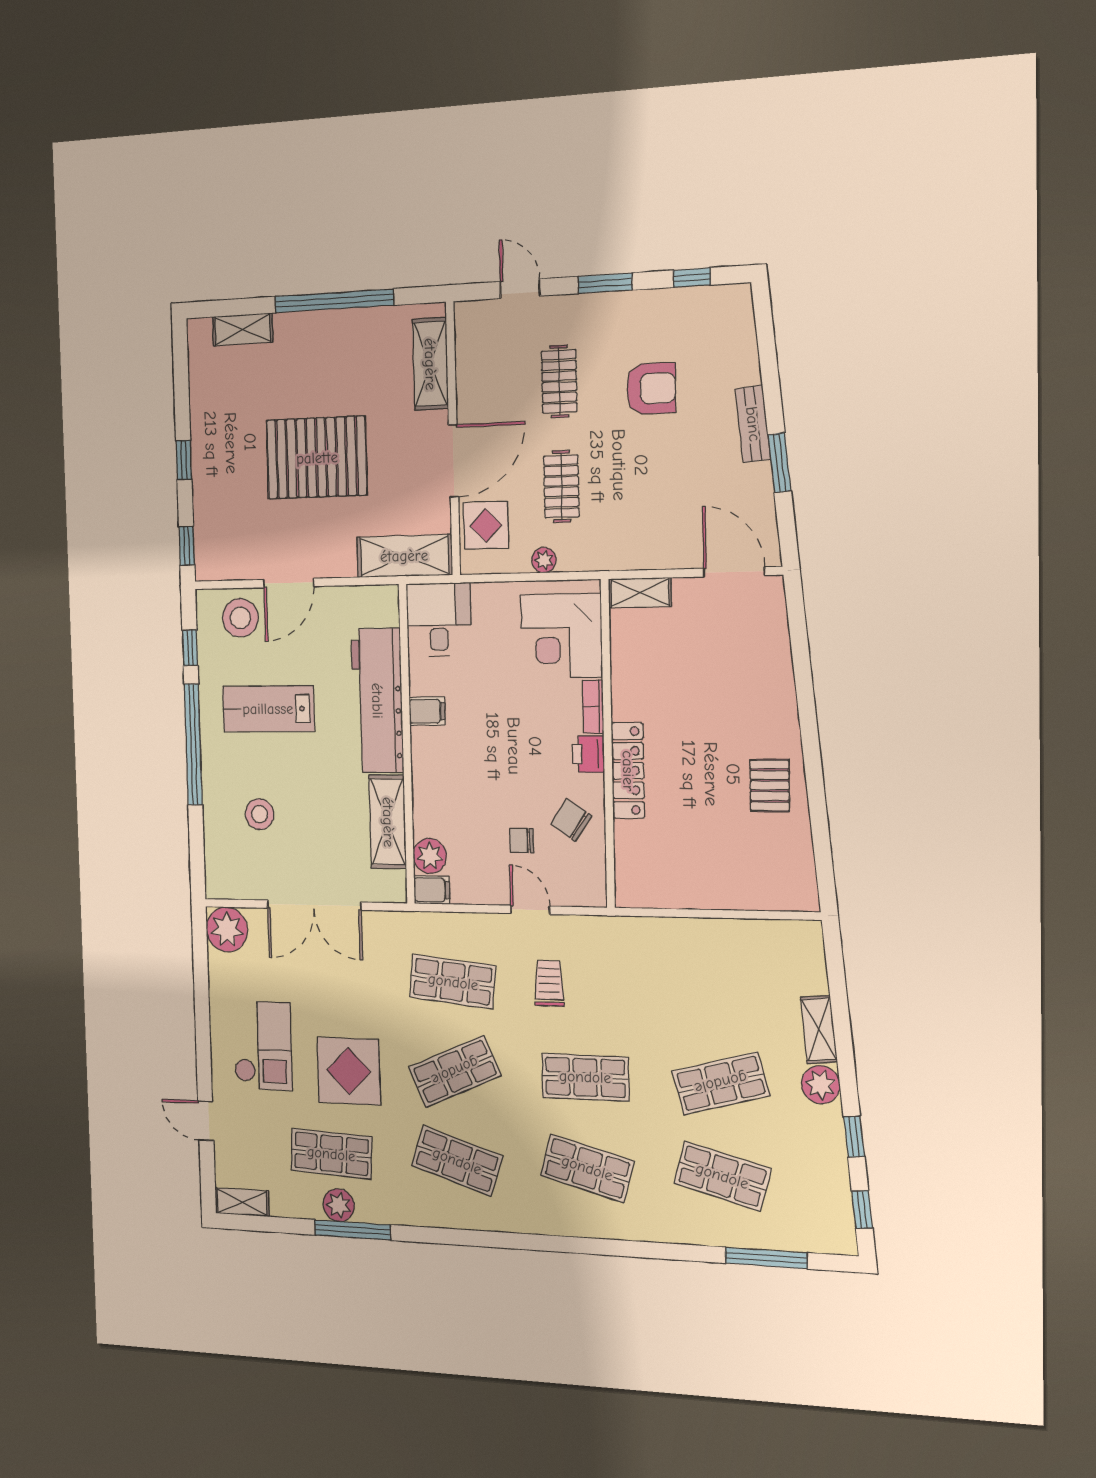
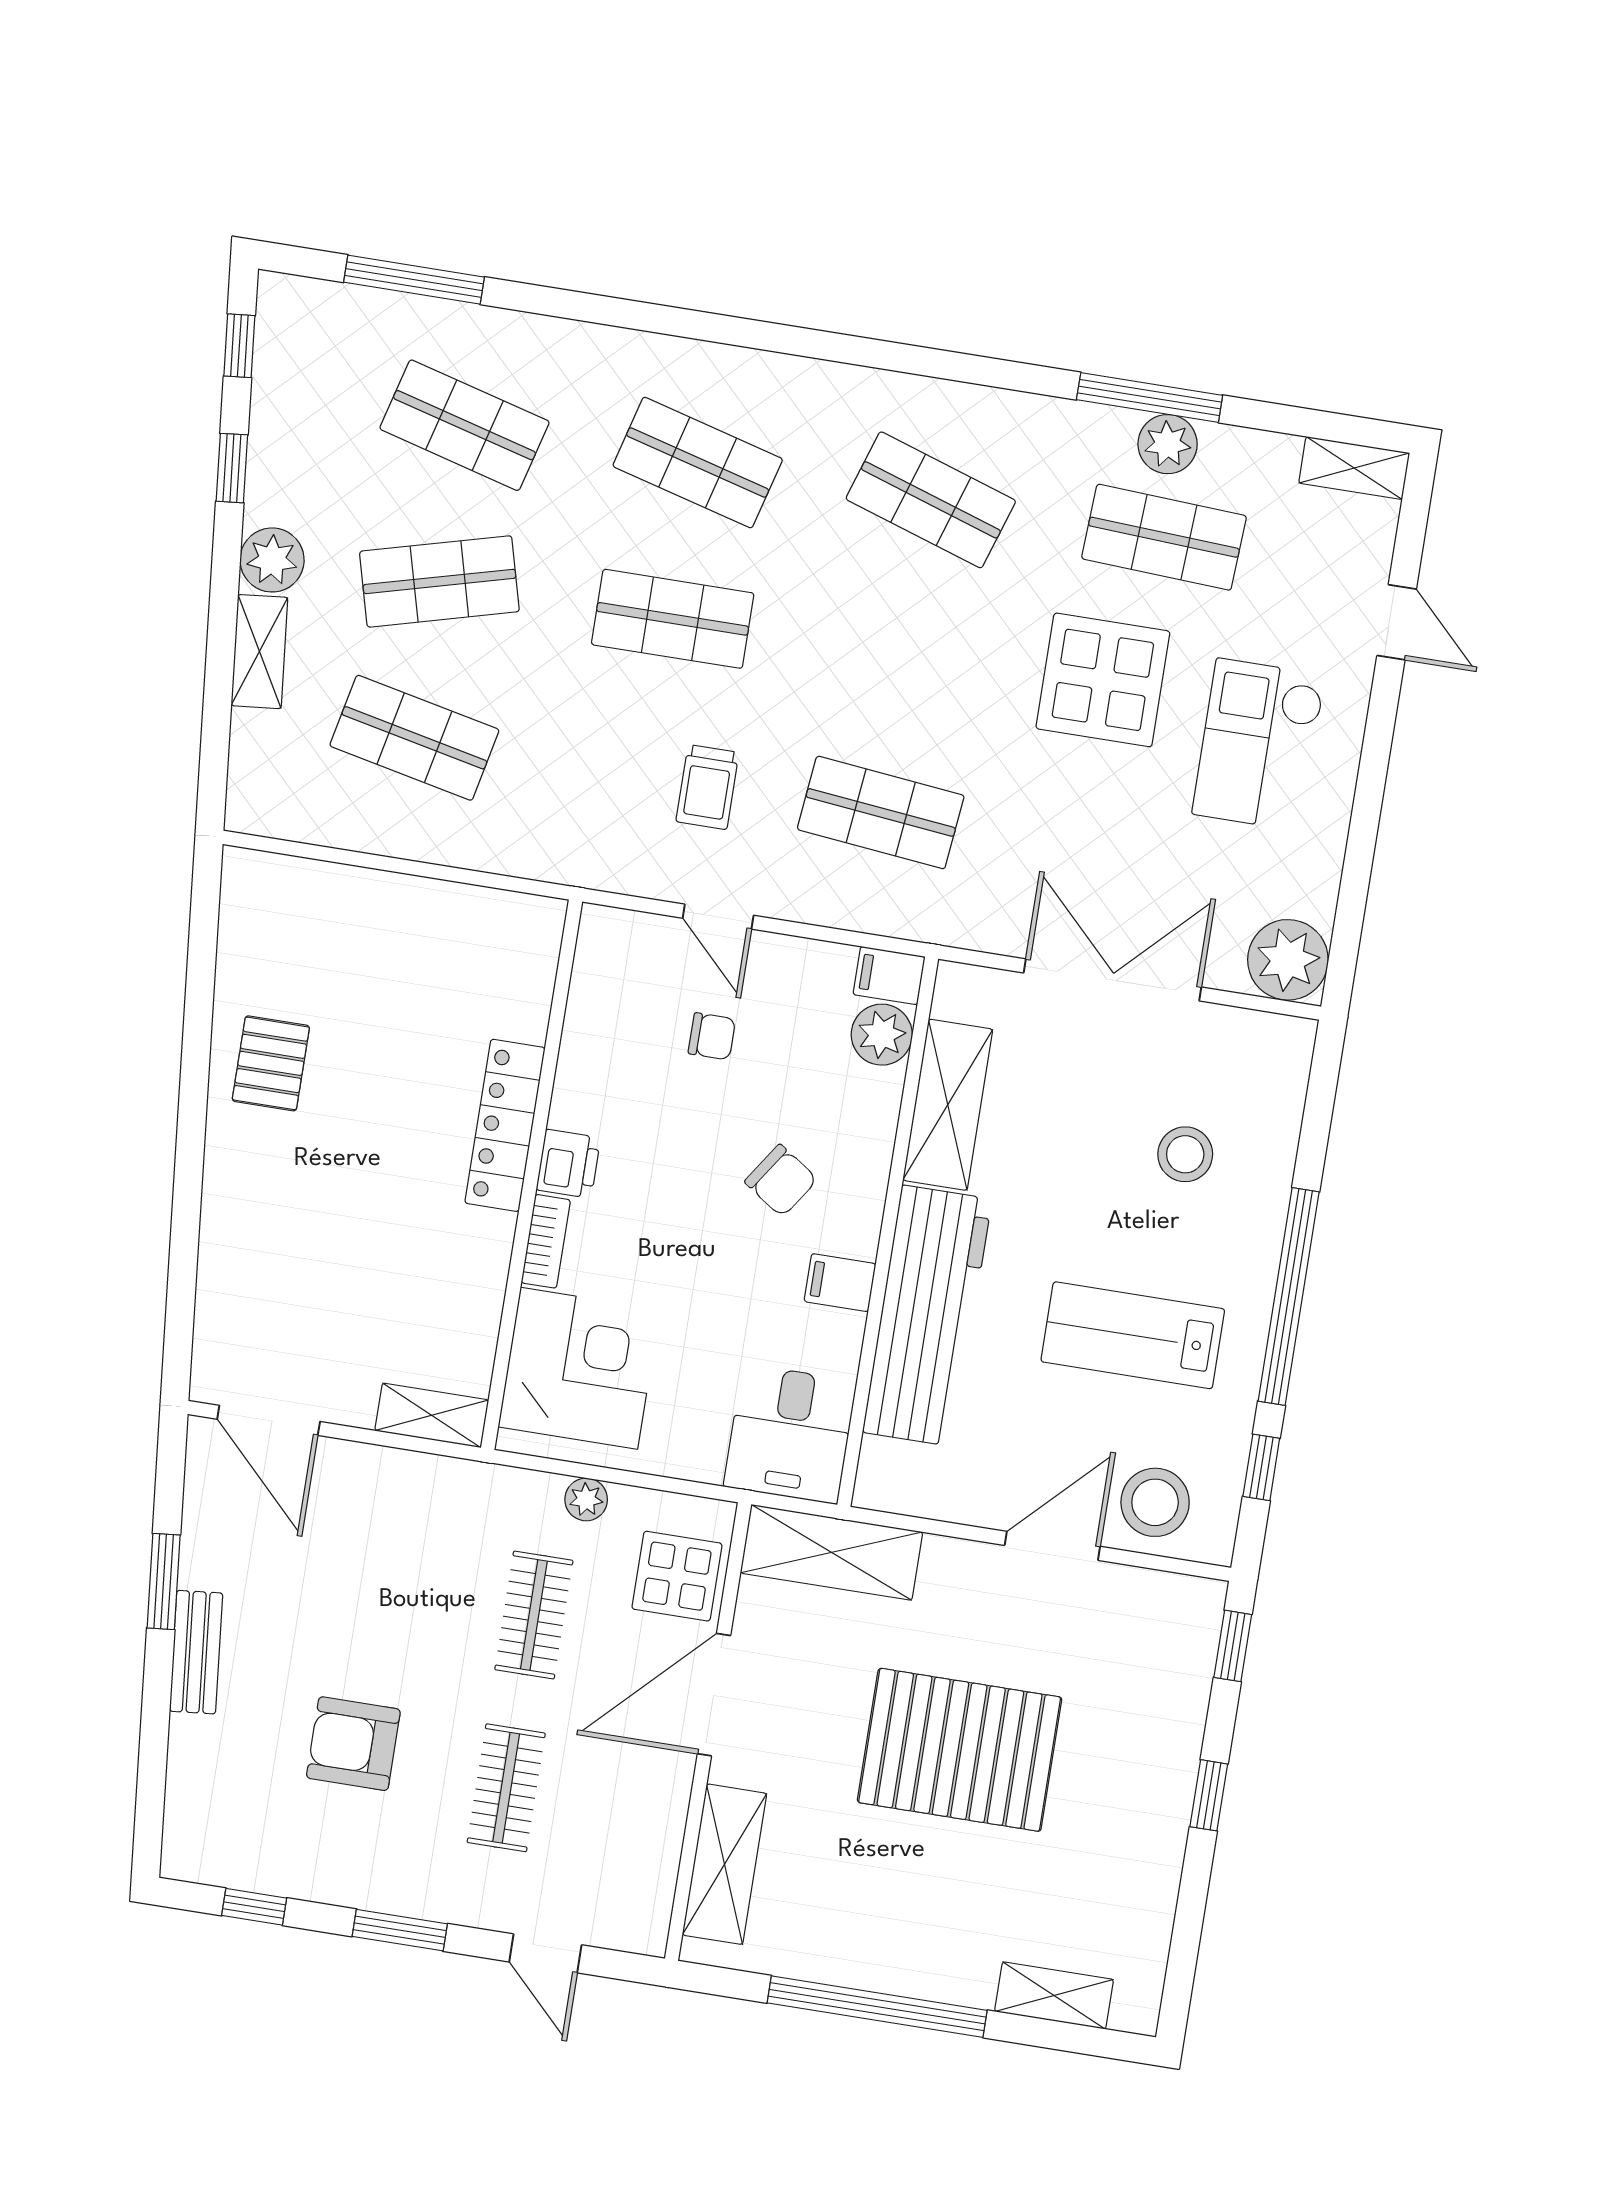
lab bench: (268, 709) -> (1133, 1335), turned 180
chair: (571, 820) -> (781, 1181), moved
shop shelf: (455, 1071) -> (414, 738), moved, turned 36

